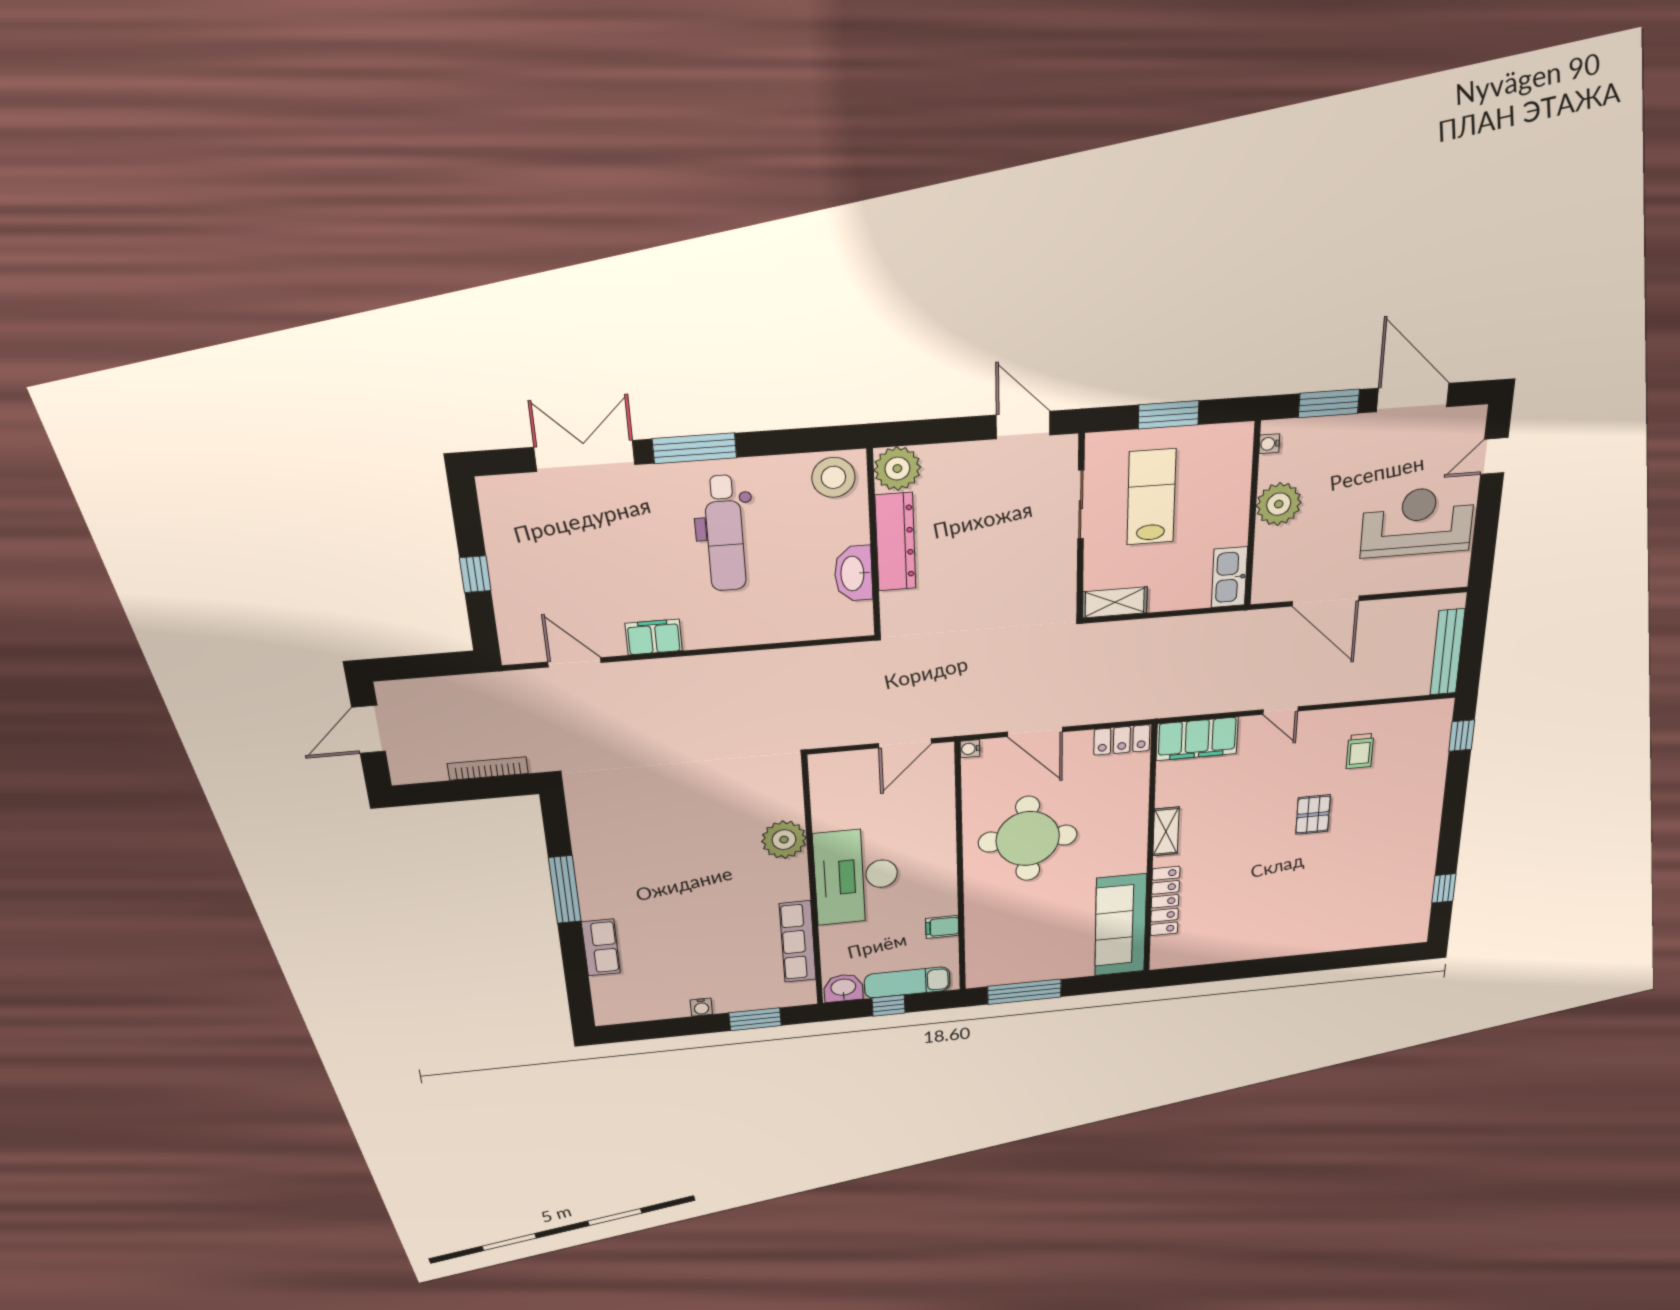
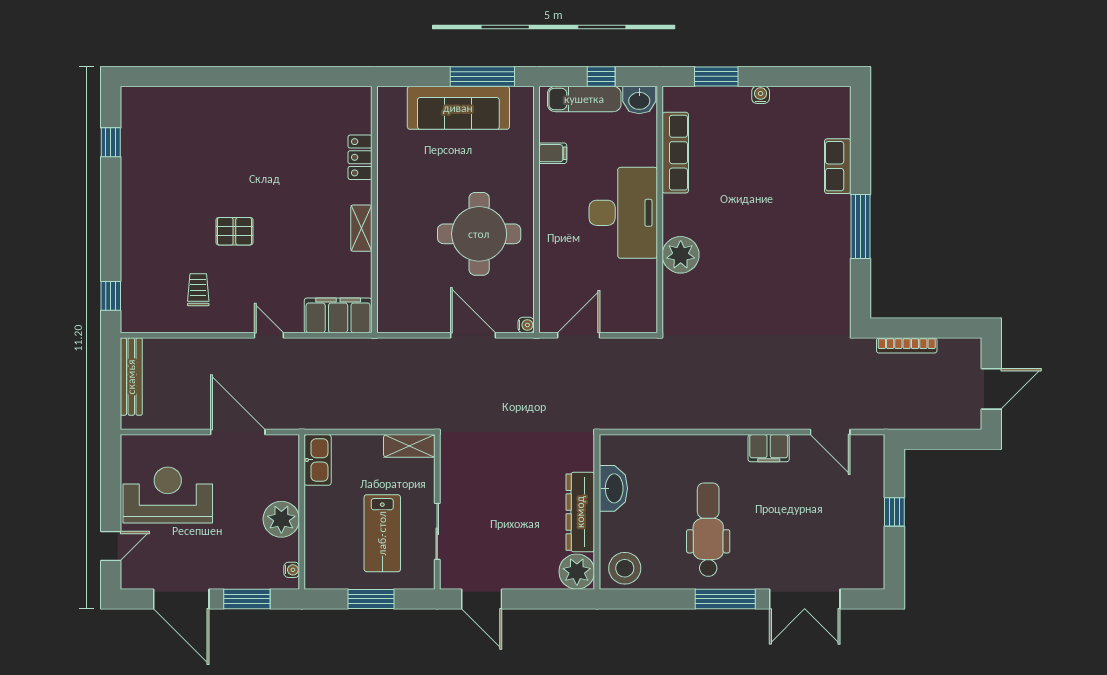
reception desk: (1417, 522) -> (168, 495), turned 180
locker: (1122, 740) -> (401, 321), removed
pallet: (1313, 815) -> (234, 231), turned 90
locker: (1165, 901) -> (360, 157), width x0.66
sofa: (1121, 925) -> (458, 108), moved, turned 90

